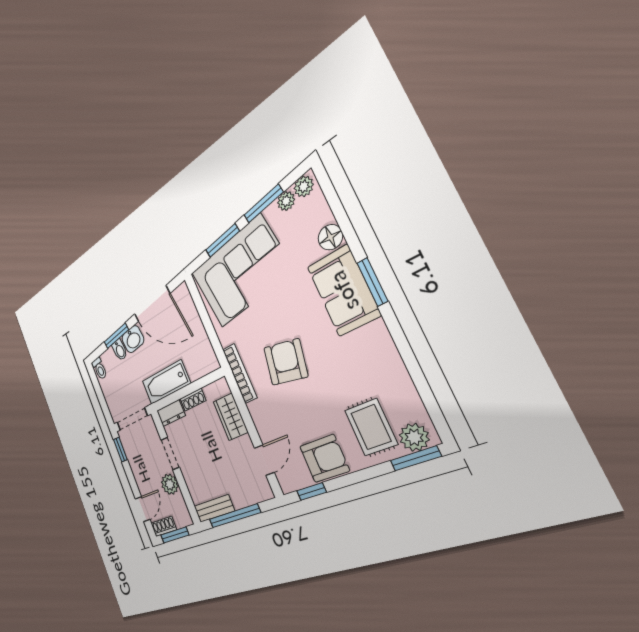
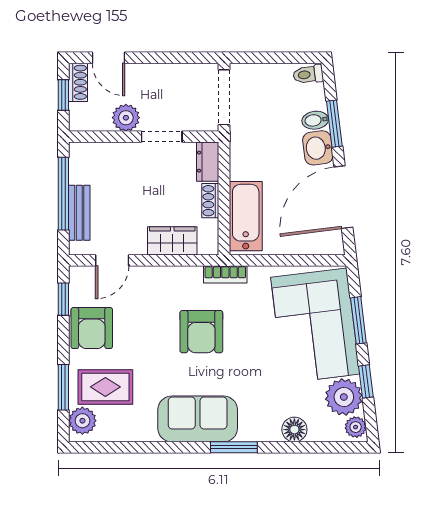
plant: (286, 201) -> (344, 397), width x1.88, depth x1.88
window: (263, 204) -> (366, 381), width x0.67
sofa: (343, 291) -> (198, 419), moved
armchair: (286, 362) -> (201, 332), turned 79
bookcase: (240, 373) -> (225, 274), width x0.64
bathtub: (166, 382) -> (246, 216), moved
window: (120, 450) -> (194, 58), removed
window: (415, 458) -> (63, 387), moved
door: (264, 460) -> (112, 260), hinge flipped
bench: (214, 509) -> (79, 213), moved
window: (175, 535) -> (63, 95), width x0.67

